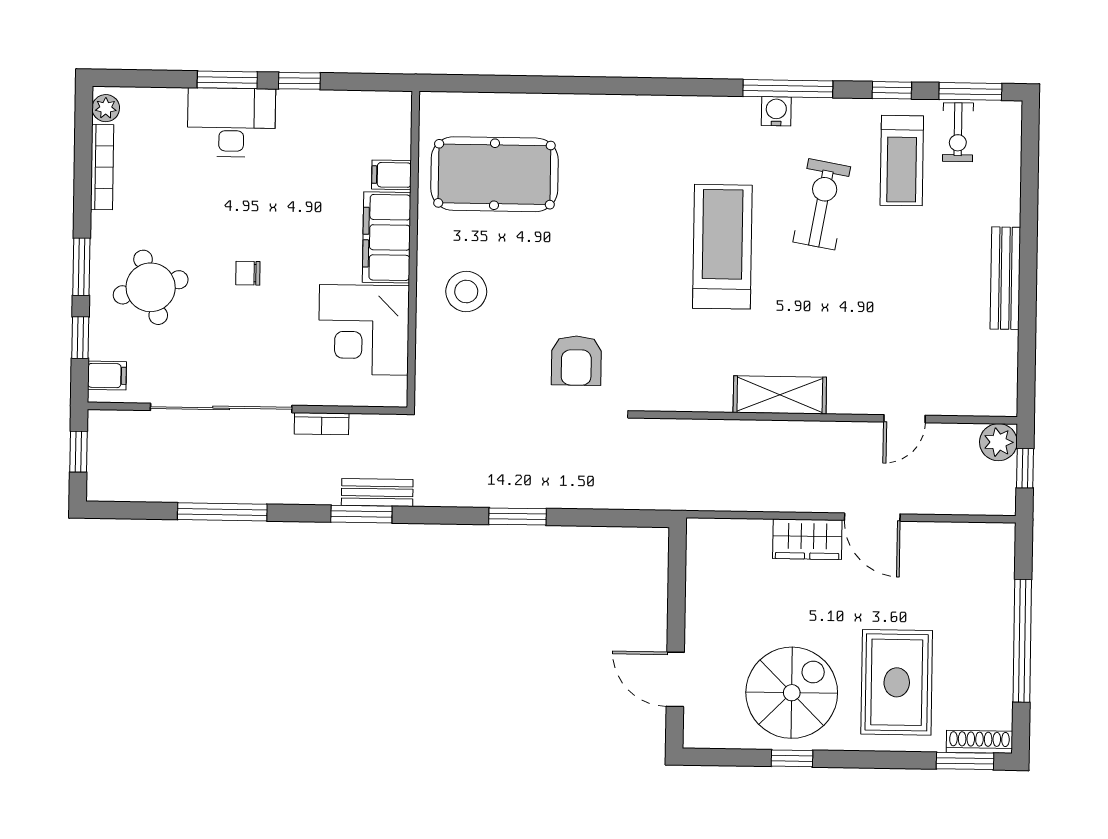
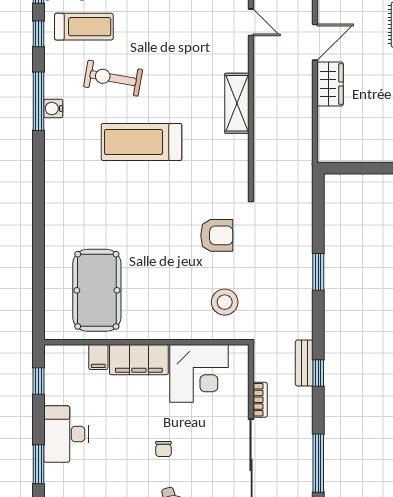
window: (299, 81) -> (38, 381), moved
desk: (231, 122) -> (66, 434), moved
stool: (466, 291) -> (225, 302), moved
window: (361, 514) -> (318, 373), width x0.67

